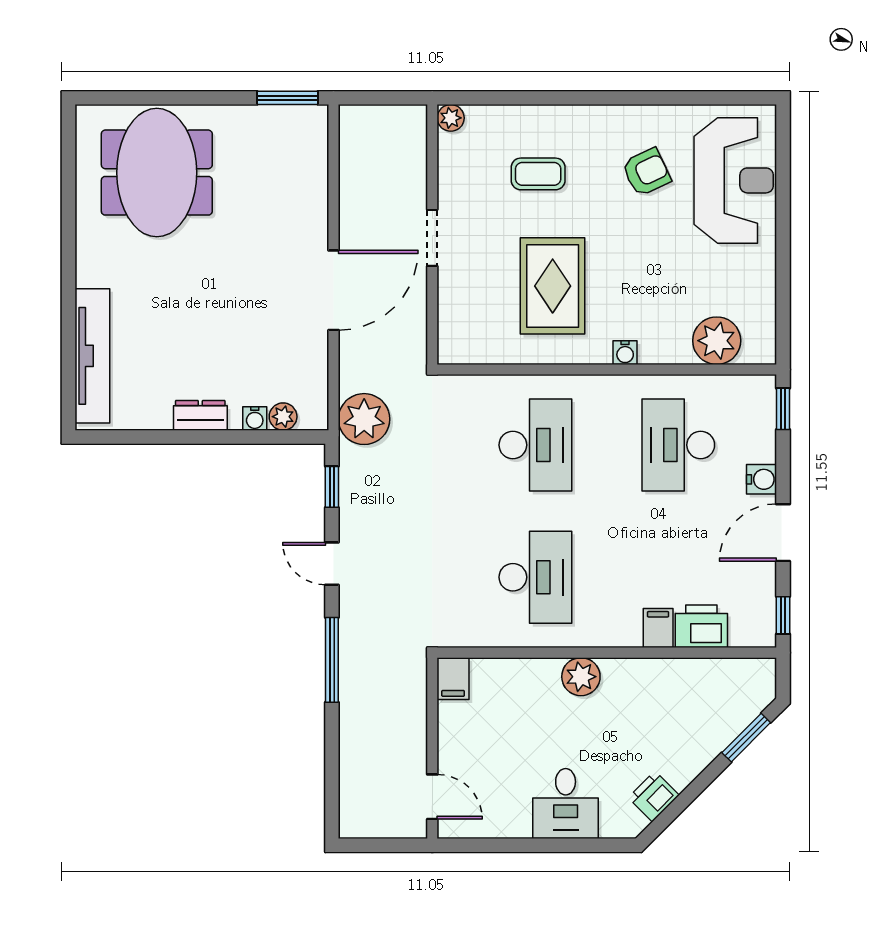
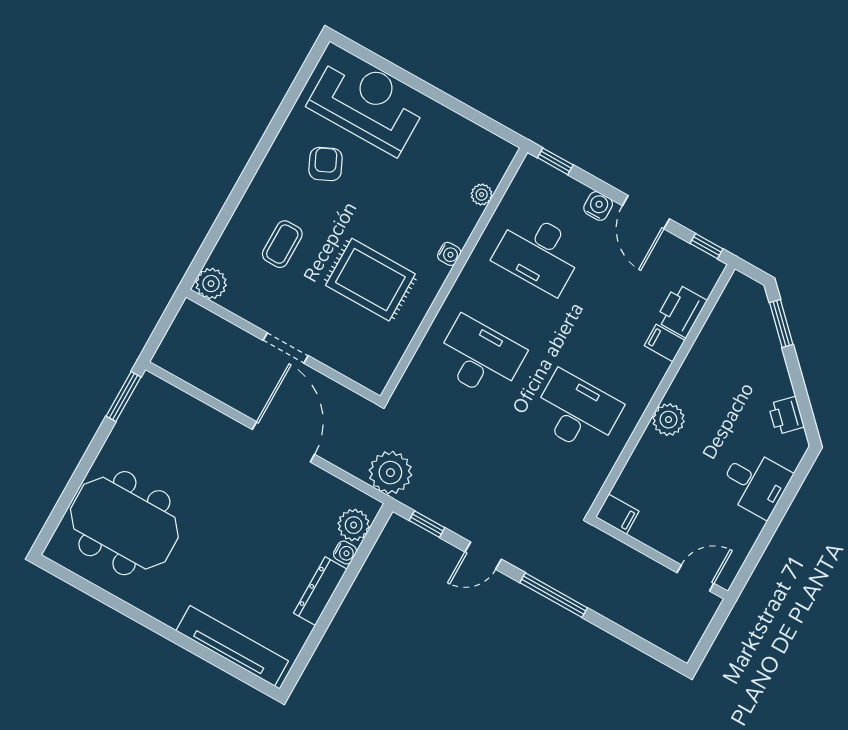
plant: (451, 118) -> (211, 284), width x1.38, depth x1.38
plant: (717, 341) -> (482, 195), width x0.53, depth x0.53
dresser: (200, 415) -> (320, 591), width x1.44
plant: (283, 417) -> (354, 525), width x1.38, depth x1.38

